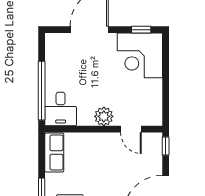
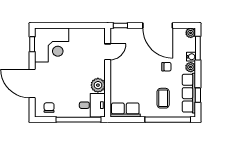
chair: (57, 52) -> (49, 108), added
plant: (104, 116) -> (98, 85), moved

